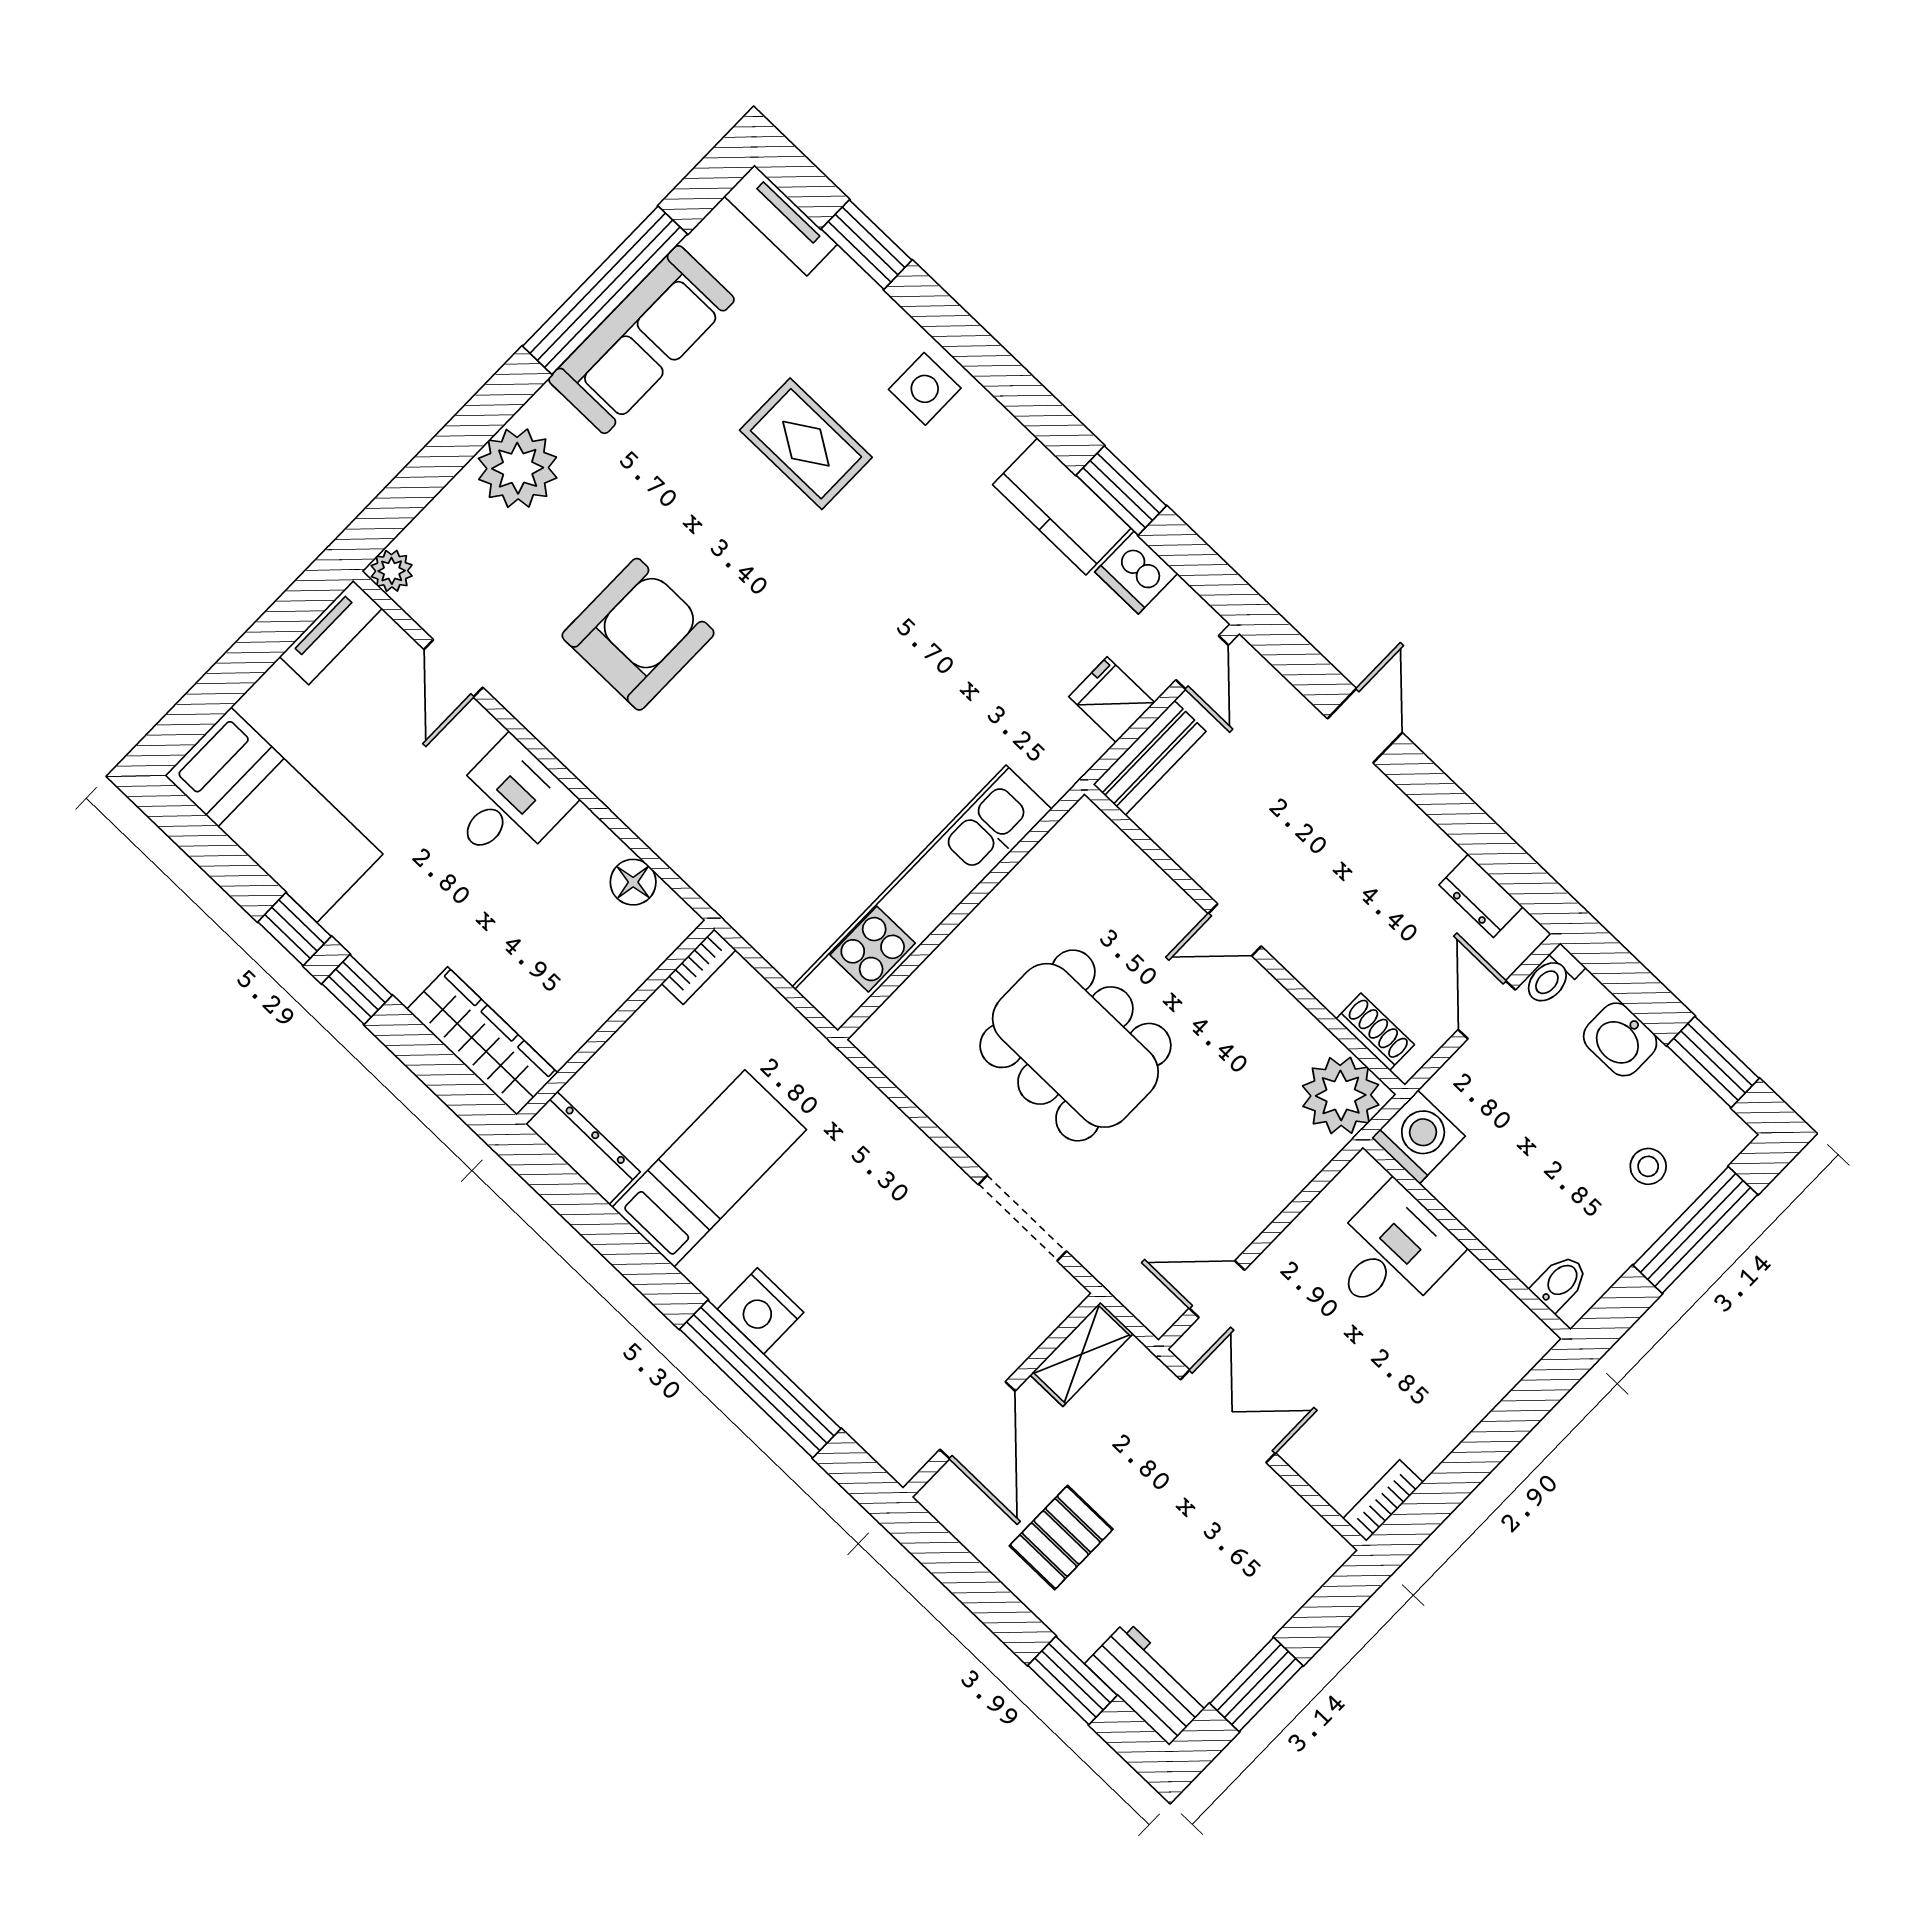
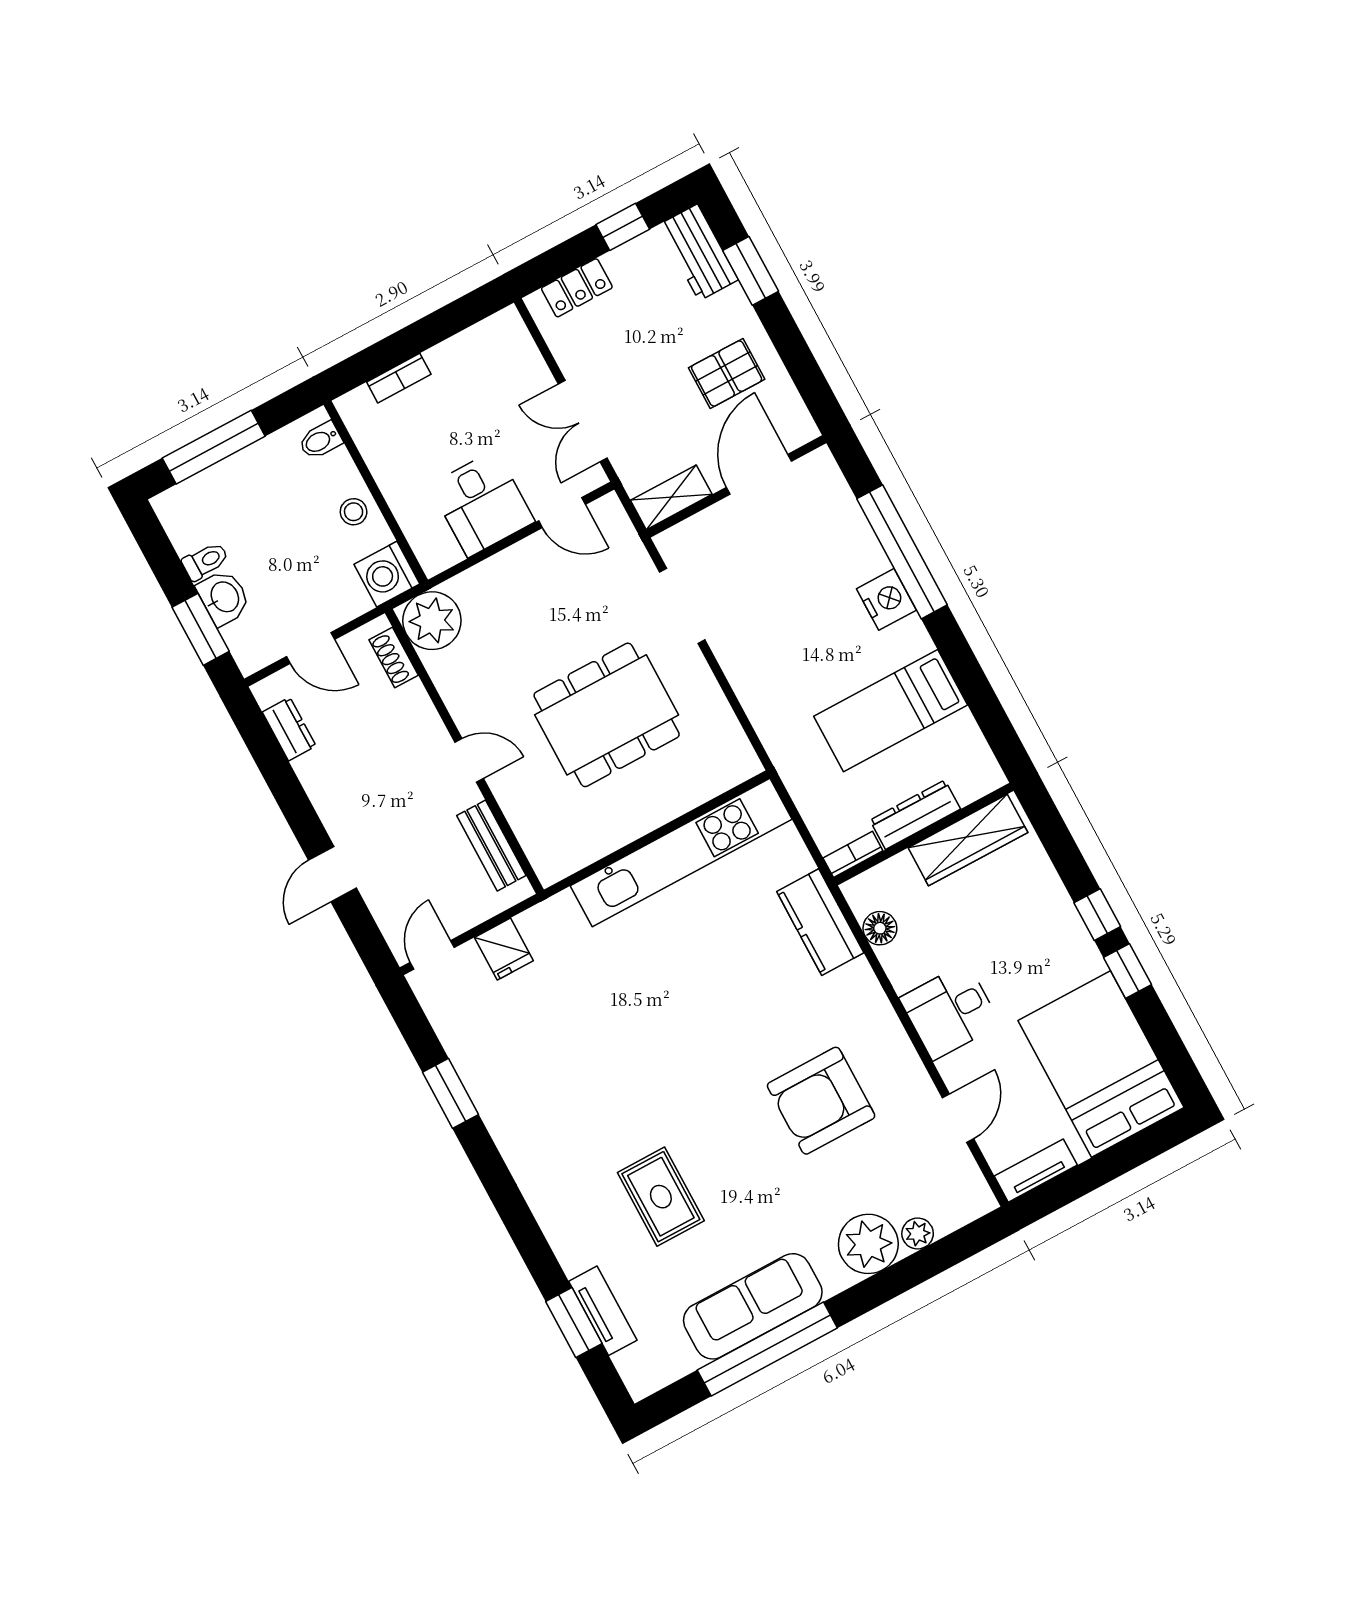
tv unit: (781, 220) -> (603, 1311), moved
side table: (925, 389) -> (565, 1208), removed
kitchen counter: (1062, 506) -> (820, 922), moved, turned 180
plant: (392, 571) -> (918, 1234), moved
dishwasher: (1136, 573) -> (458, 1033), removed
bench: (1150, 758) -> (491, 846), moved, turned 90
bed: (274, 815) -> (1101, 1064), width x1.50
toilet: (1553, 976) -> (205, 561), moved
door: (1487, 1010) -> (311, 648), hinge flipped
wardrobe: (482, 1041) -> (968, 840), moved, turned -90
dining table: (1075, 1045) -> (607, 715), turned 90
window: (1713, 1062) -> (201, 629), moved
dresser: (583, 1148) -> (915, 815), moved, turned 90
stool: (1648, 1166) -> (354, 512), moved
desk: (1392, 1253) -> (482, 504), moved, turned -90
bookcase: (1383, 1501) -> (399, 378), moved
locker: (1291, 1587) -> (577, 288), added
window: (1256, 1684) -> (623, 227), width x0.67

